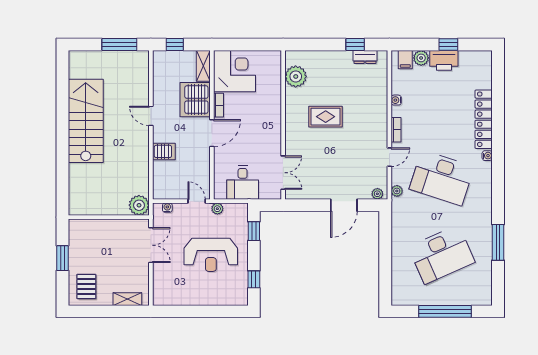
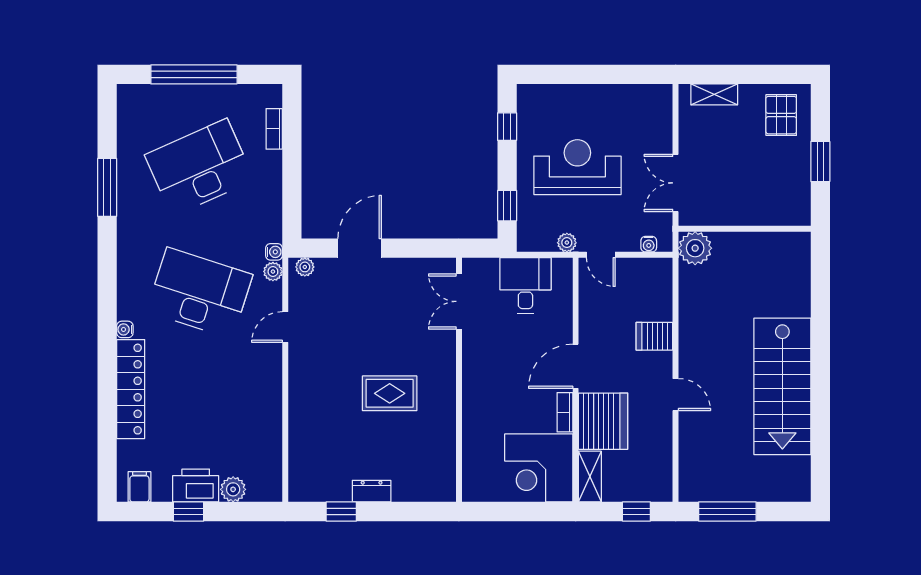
dresser: (365, 57) -> (372, 491), moved
filing cabinet: (405, 60) -> (139, 487), moved
plant: (296, 76) -> (438, 459), removed
water cooler: (396, 100) -> (274, 252), moved
bookcase: (396, 130) -> (274, 129), moved

